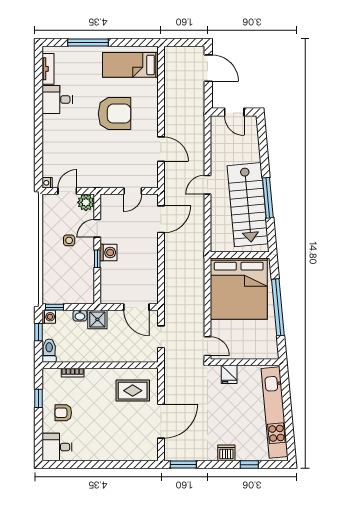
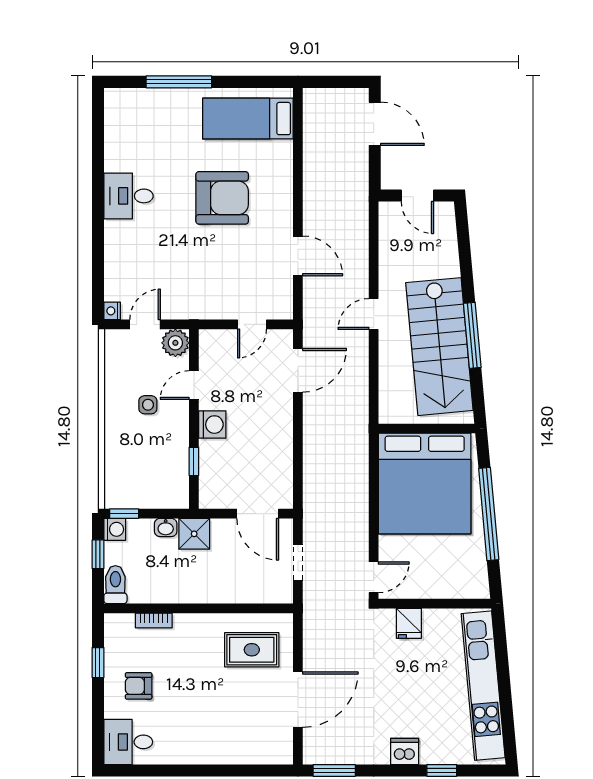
tv unit: (48, 69) -> (114, 125), removed
desk: (57, 99) -> (129, 196), moved
window: (97, 259) -> (194, 461), moved
door: (207, 346) -> (374, 577), hinge flipped

